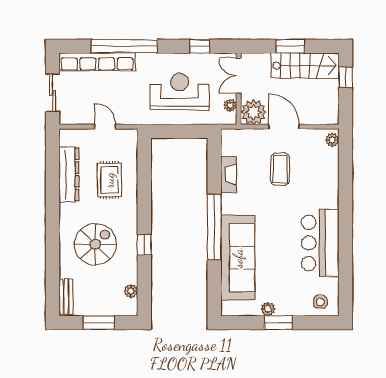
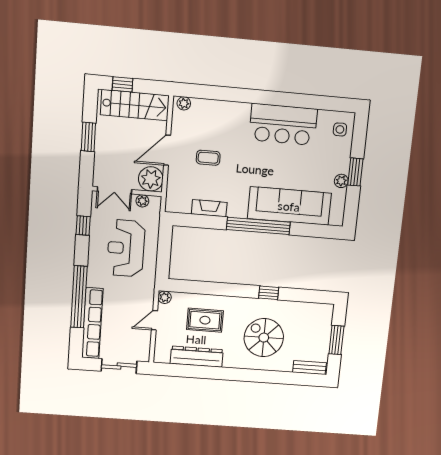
stairs: (305, 66) -> (135, 105), moved, turned 90
coffee table: (280, 169) -> (208, 158), width x0.73, depth x0.77
plant: (131, 291) -> (165, 297), moved

